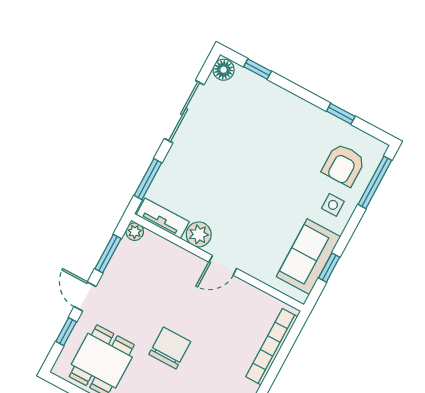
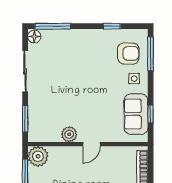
window: (257, 69) -> (53, 26), width x2.17
armchair: (344, 165) -> (128, 53), turned -90
tv unit: (163, 218) -> (45, 136), removed
plant: (135, 232) -> (38, 156), width x1.87, depth x1.87

